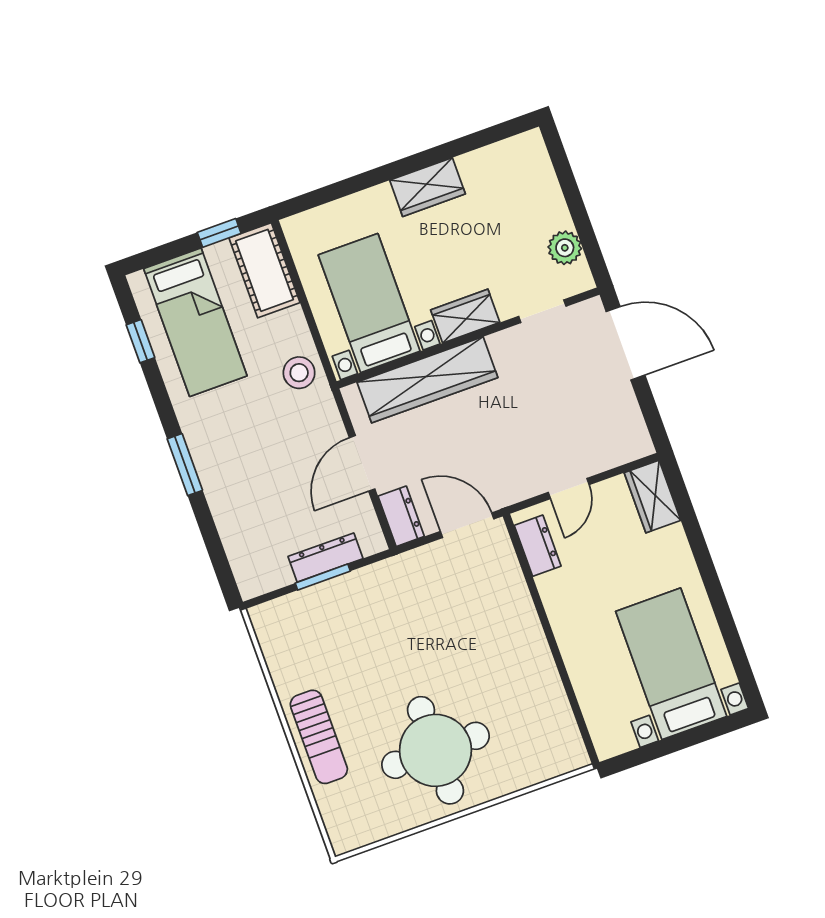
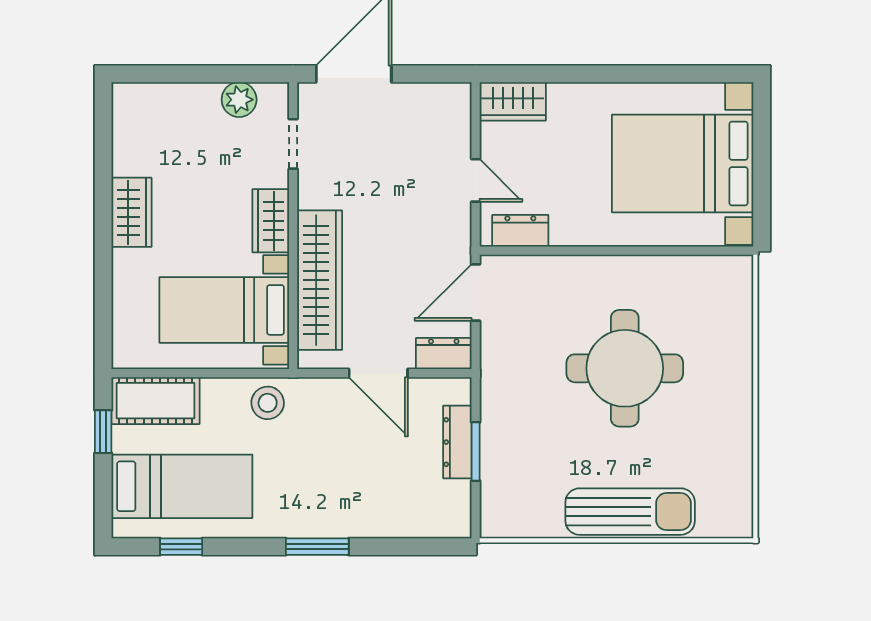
bed with nightstands: (671, 664) -> (683, 163), width x1.36
sun lounger: (319, 737) -> (630, 512), width x1.36, depth x1.34
round table: (435, 750) -> (625, 368), moved

